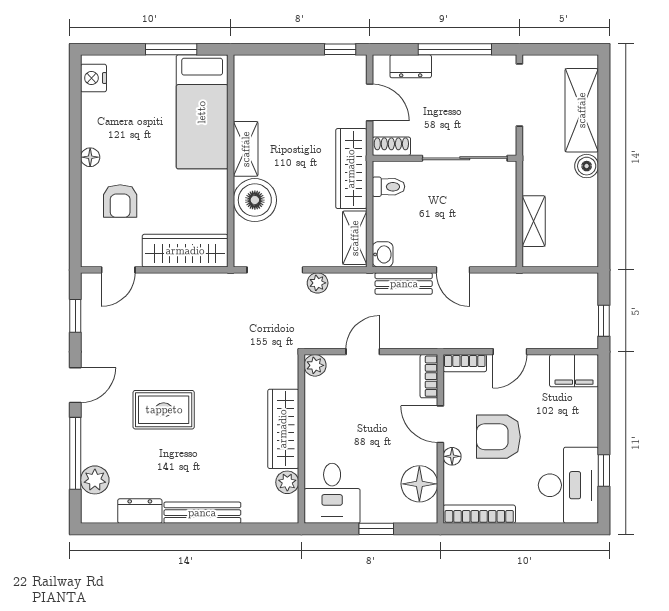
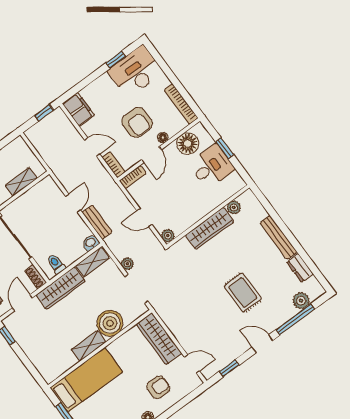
desk: (332, 493) -> (212, 167), moved

